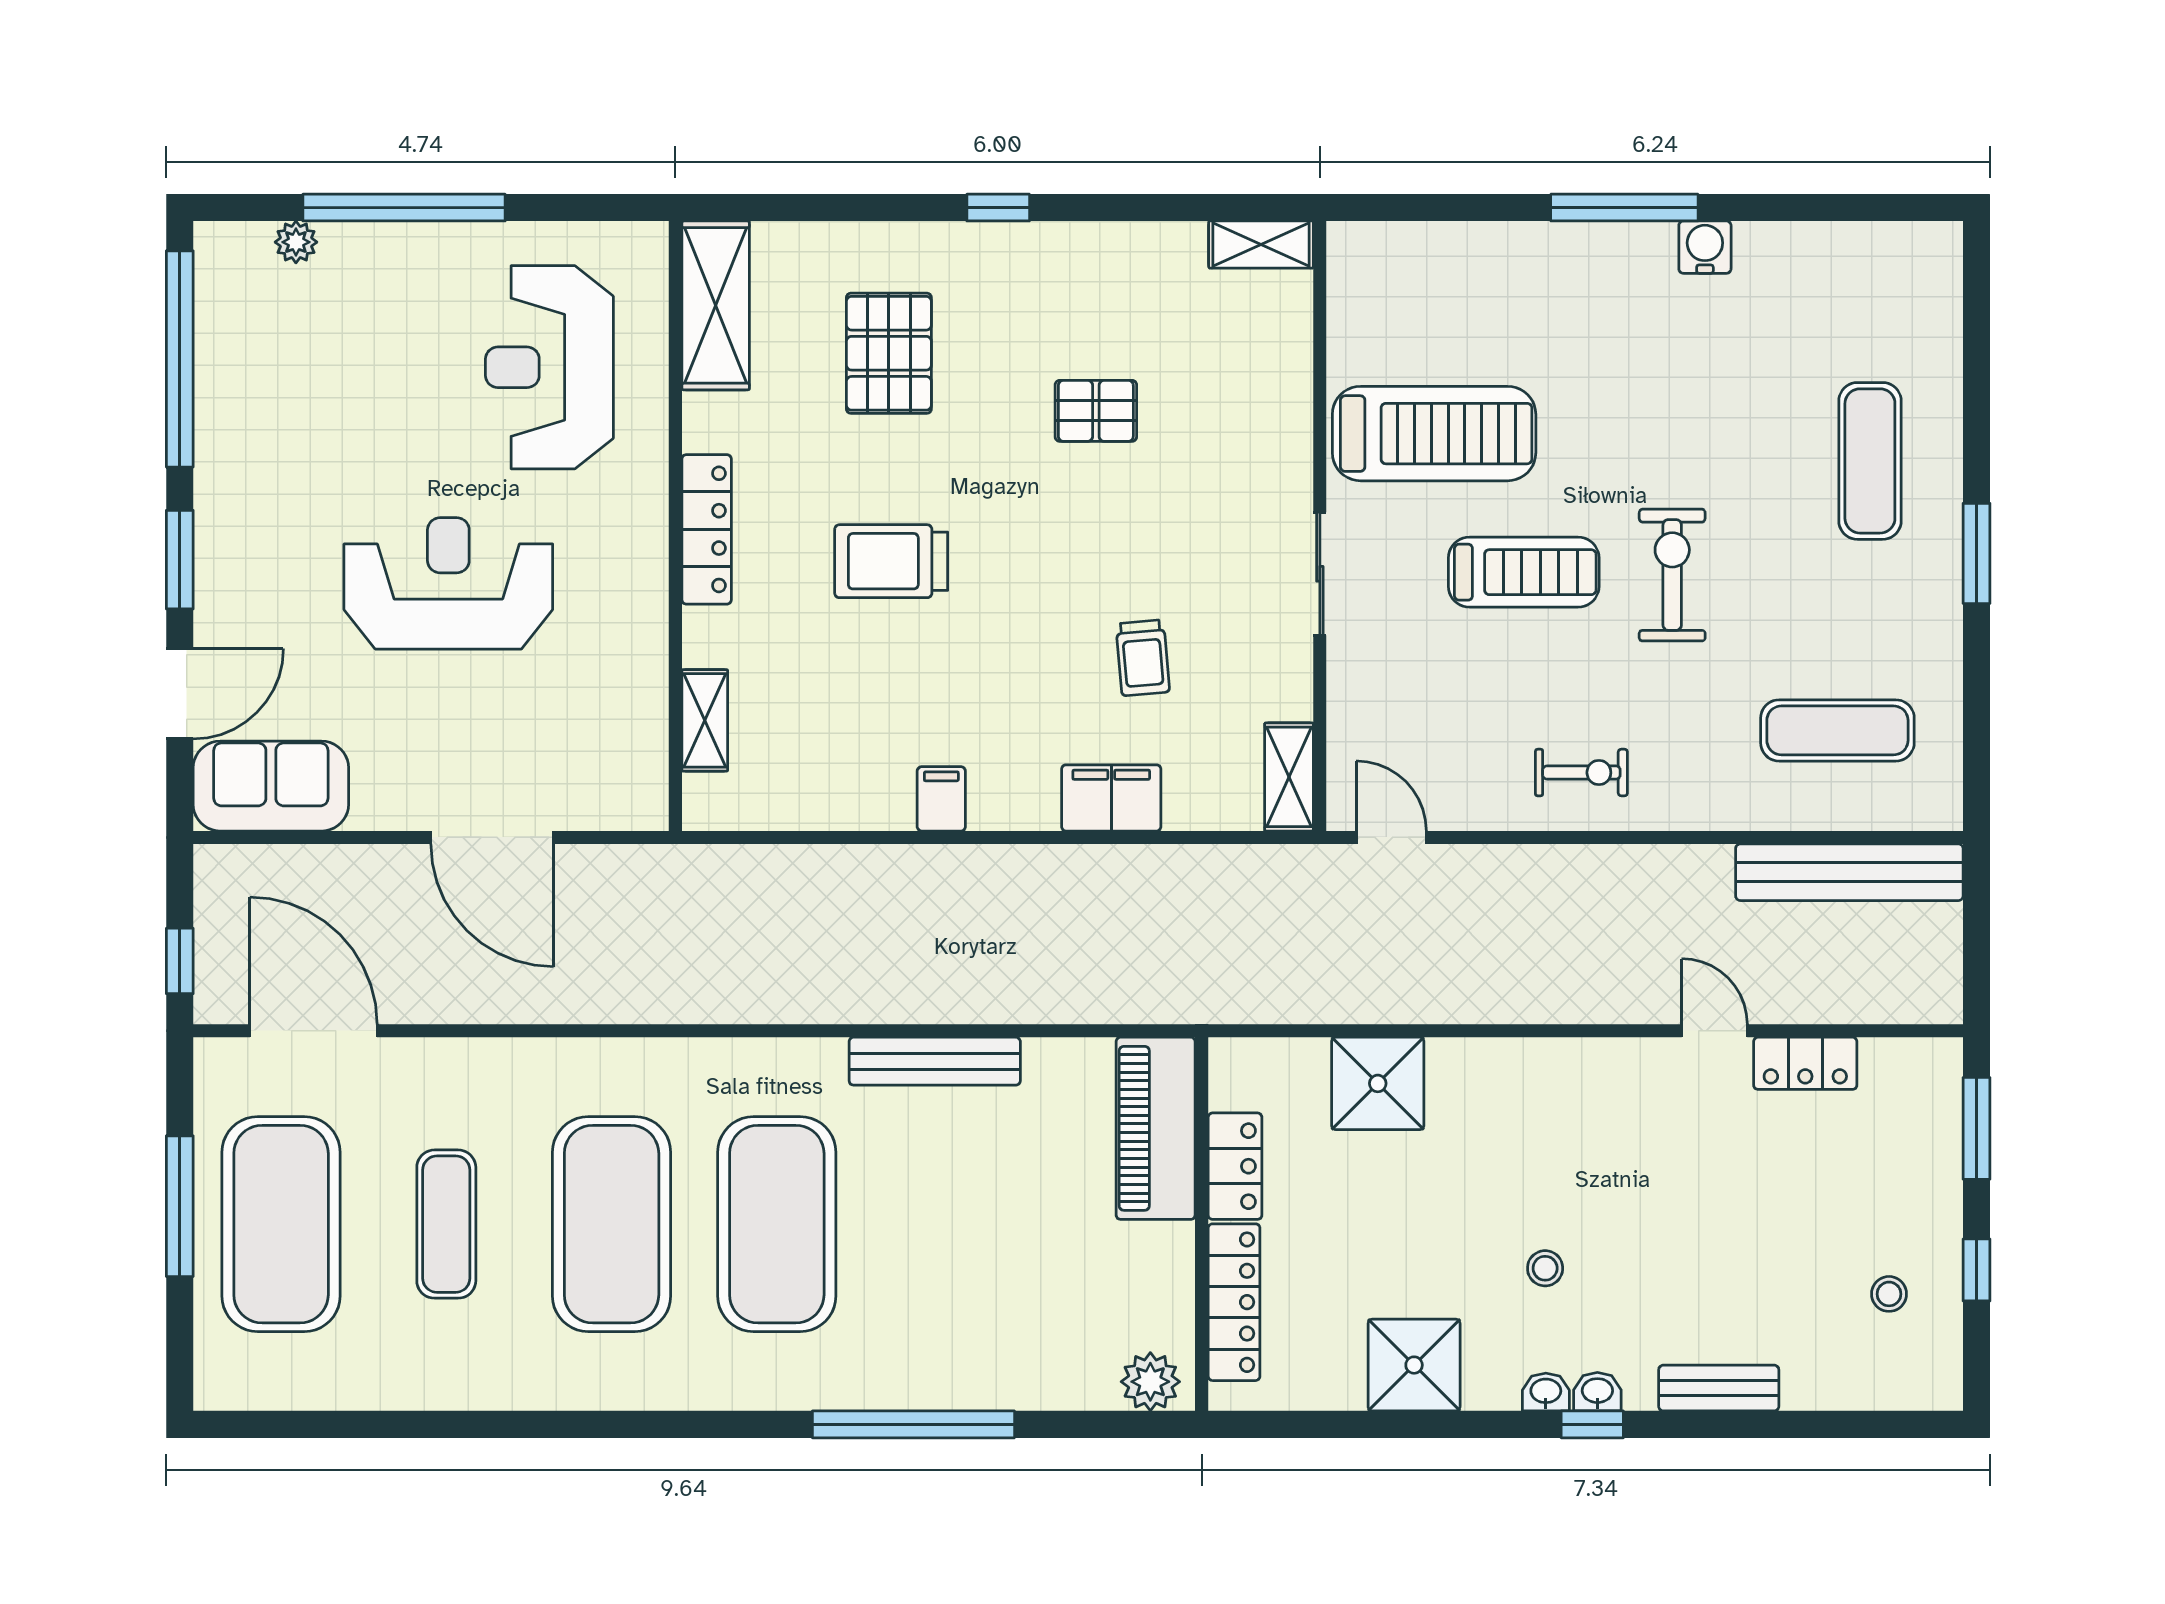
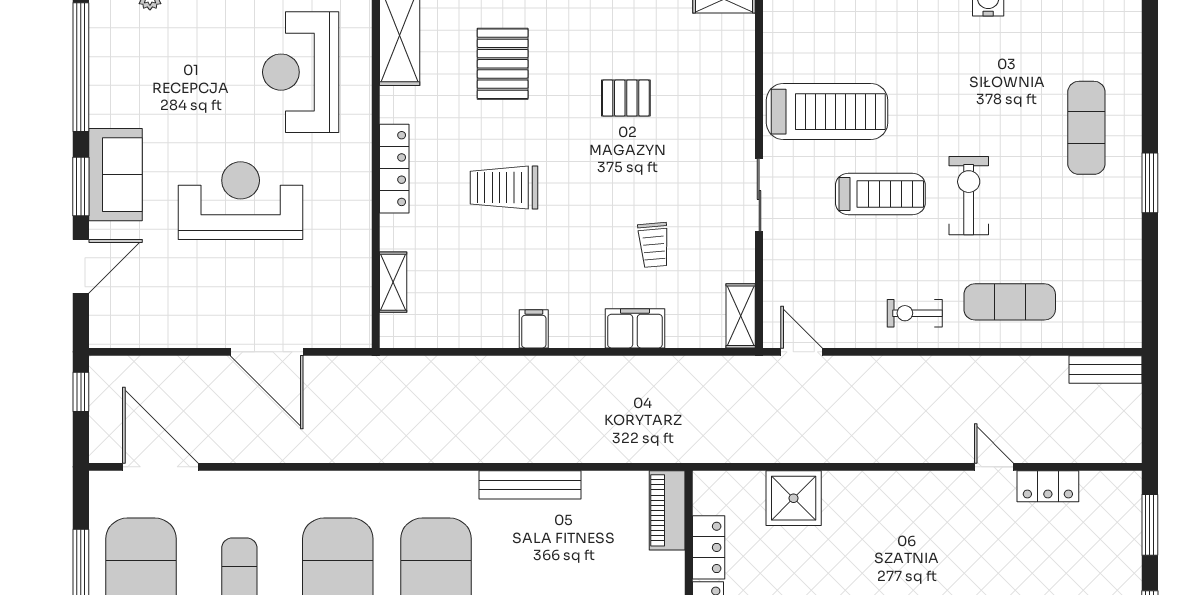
exercise mat: (1837, 730) -> (1010, 302), moved
exercise bike: (1581, 773) -> (915, 313), turned 180
sofa: (271, 786) -> (116, 175), moved, turned 90
bench: (1849, 872) -> (1105, 370), width x0.54, depth x0.82
window: (180, 961) -> (81, 392), moved
piano: (1156, 1128) -> (667, 510), width x0.73, depth x0.75

